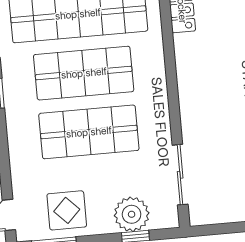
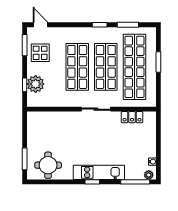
sliding door: (180, 175) -> (96, 109), moved

